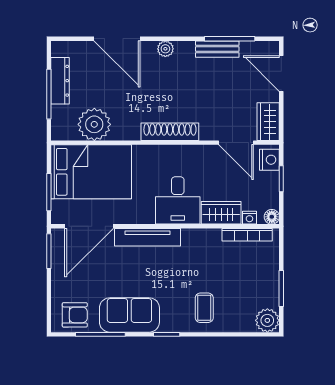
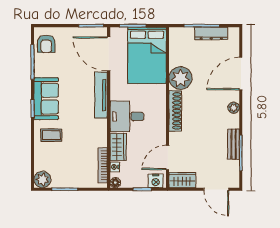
door: (281, 74) -> (216, 189), swing flipped
plant: (94, 124) -> (180, 78), moved
sofa: (129, 315) -> (46, 99), moved

